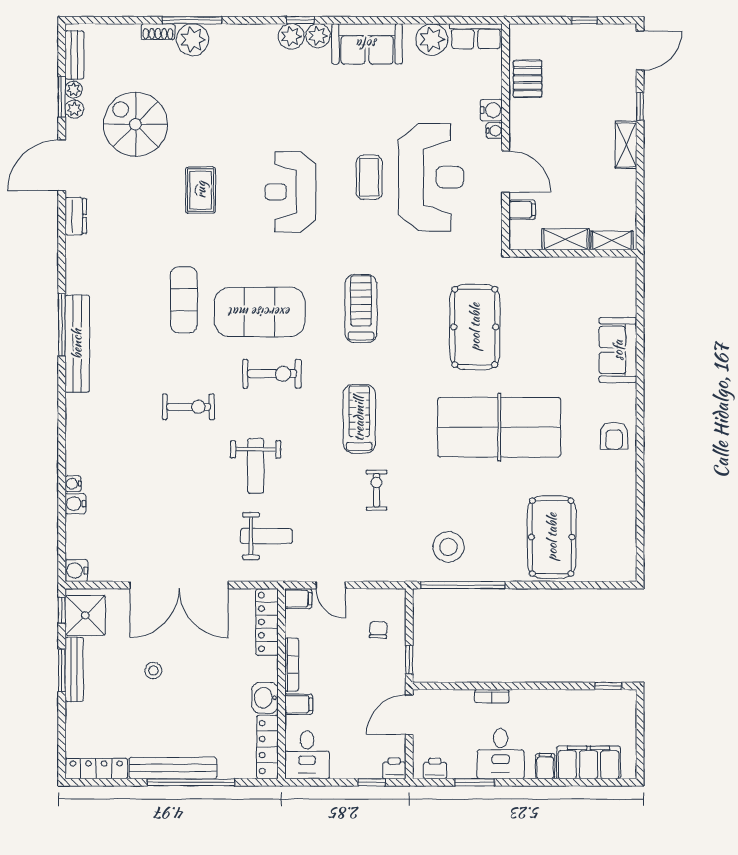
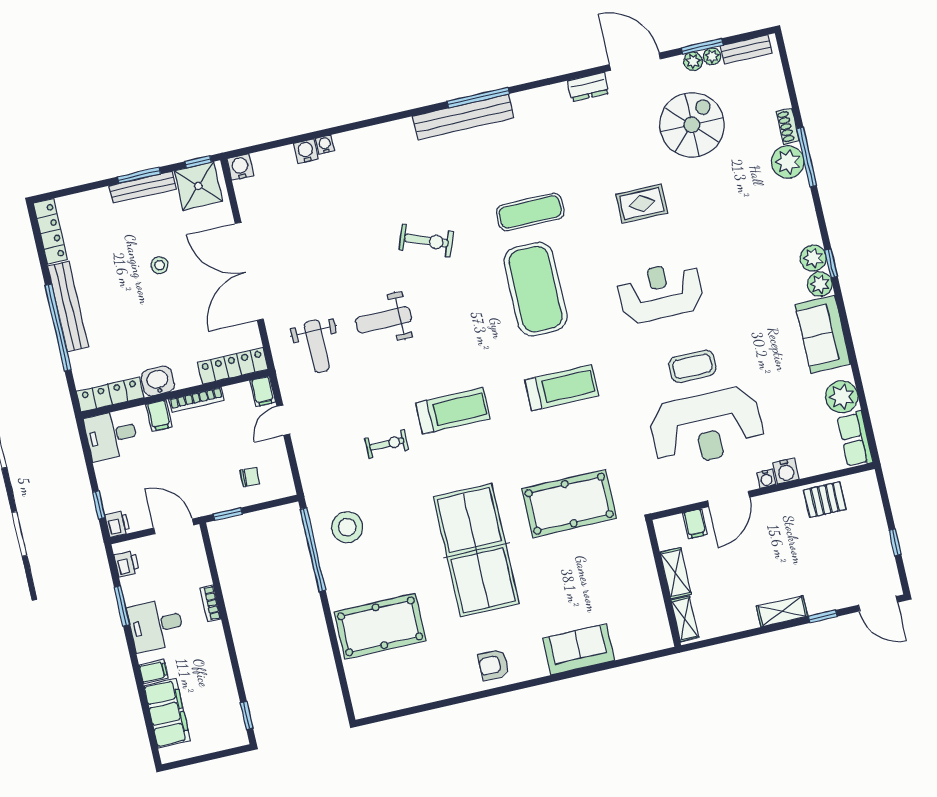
exercise bike: (272, 374) -> (478, 315), removed
exercise bike: (189, 407) -> (426, 241), turned -69

